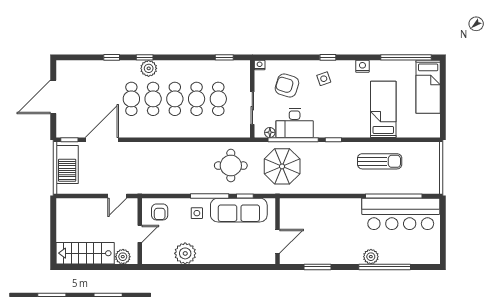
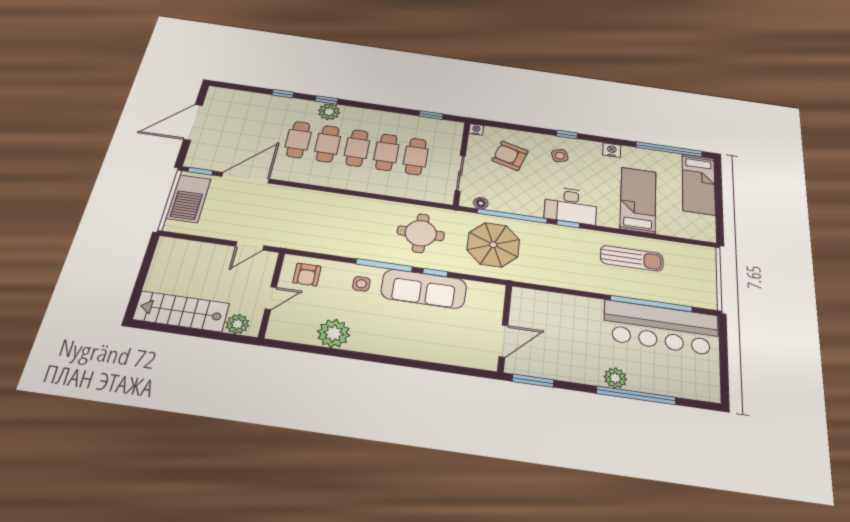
desk: (295, 123) -> (571, 205), moved
wall: (278, 231) -> (505, 328), moved
door: (278, 241) -> (503, 341), moved

